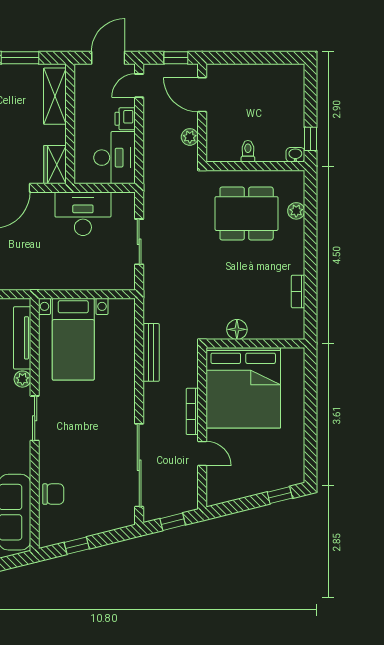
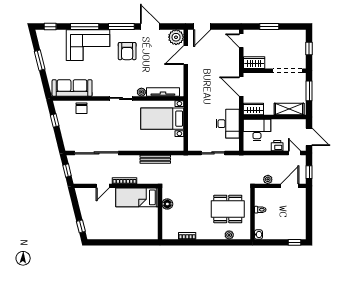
window: (311, 139) -> (295, 242), moved
desk: (115, 158) -> (257, 130), moved, turned 180
dining table: (247, 214) -> (228, 209), turned 90
bed: (243, 388) -> (137, 197), width x0.49

